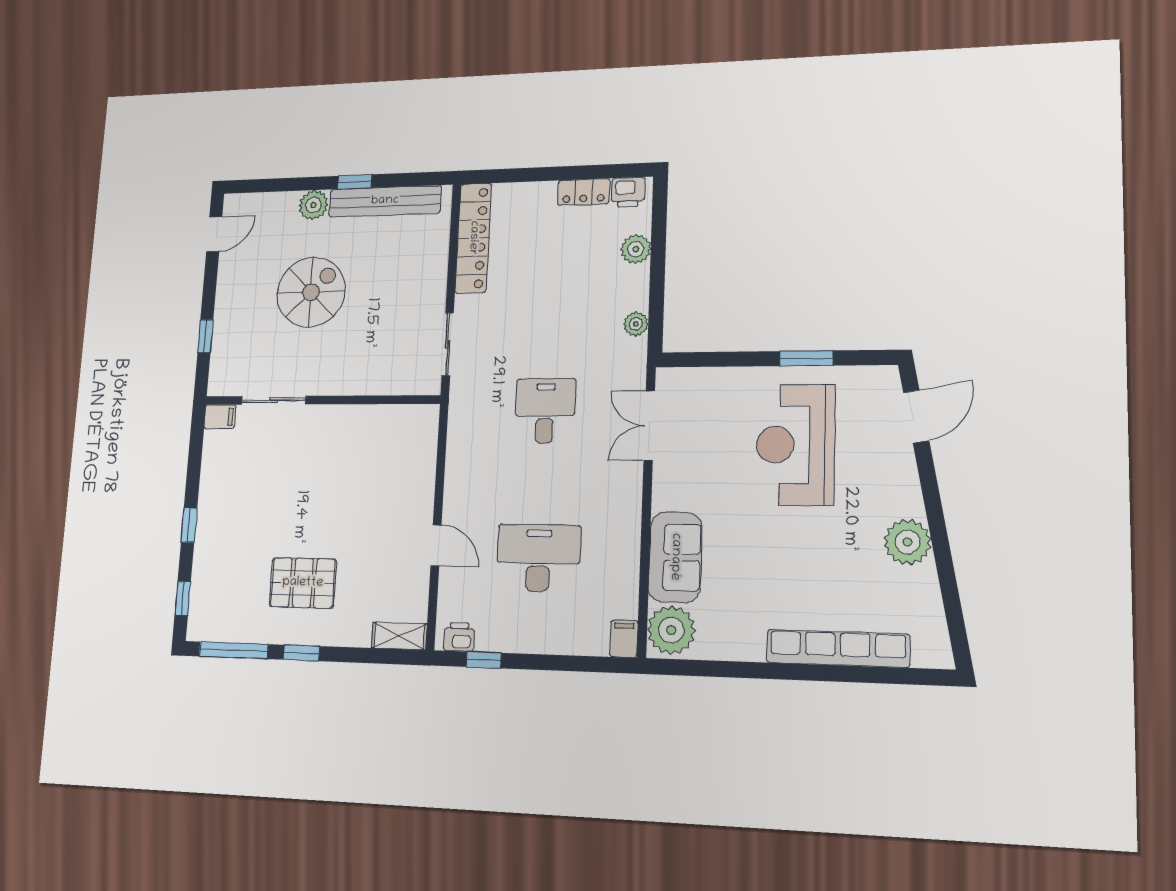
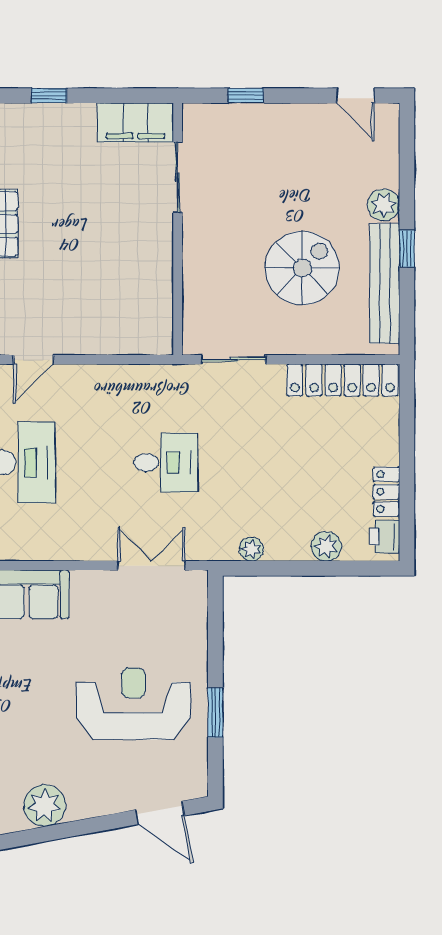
spiral stairs: (311, 292) -> (302, 268), moved, turned -90
filing cabinet: (220, 417) -> (135, 122), width x3.00, depth x1.17

